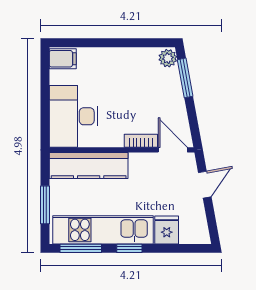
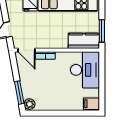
kitchen counter: (89, 166) -> (84, 41), width x0.67
window: (45, 205) -> (102, 31), moved

